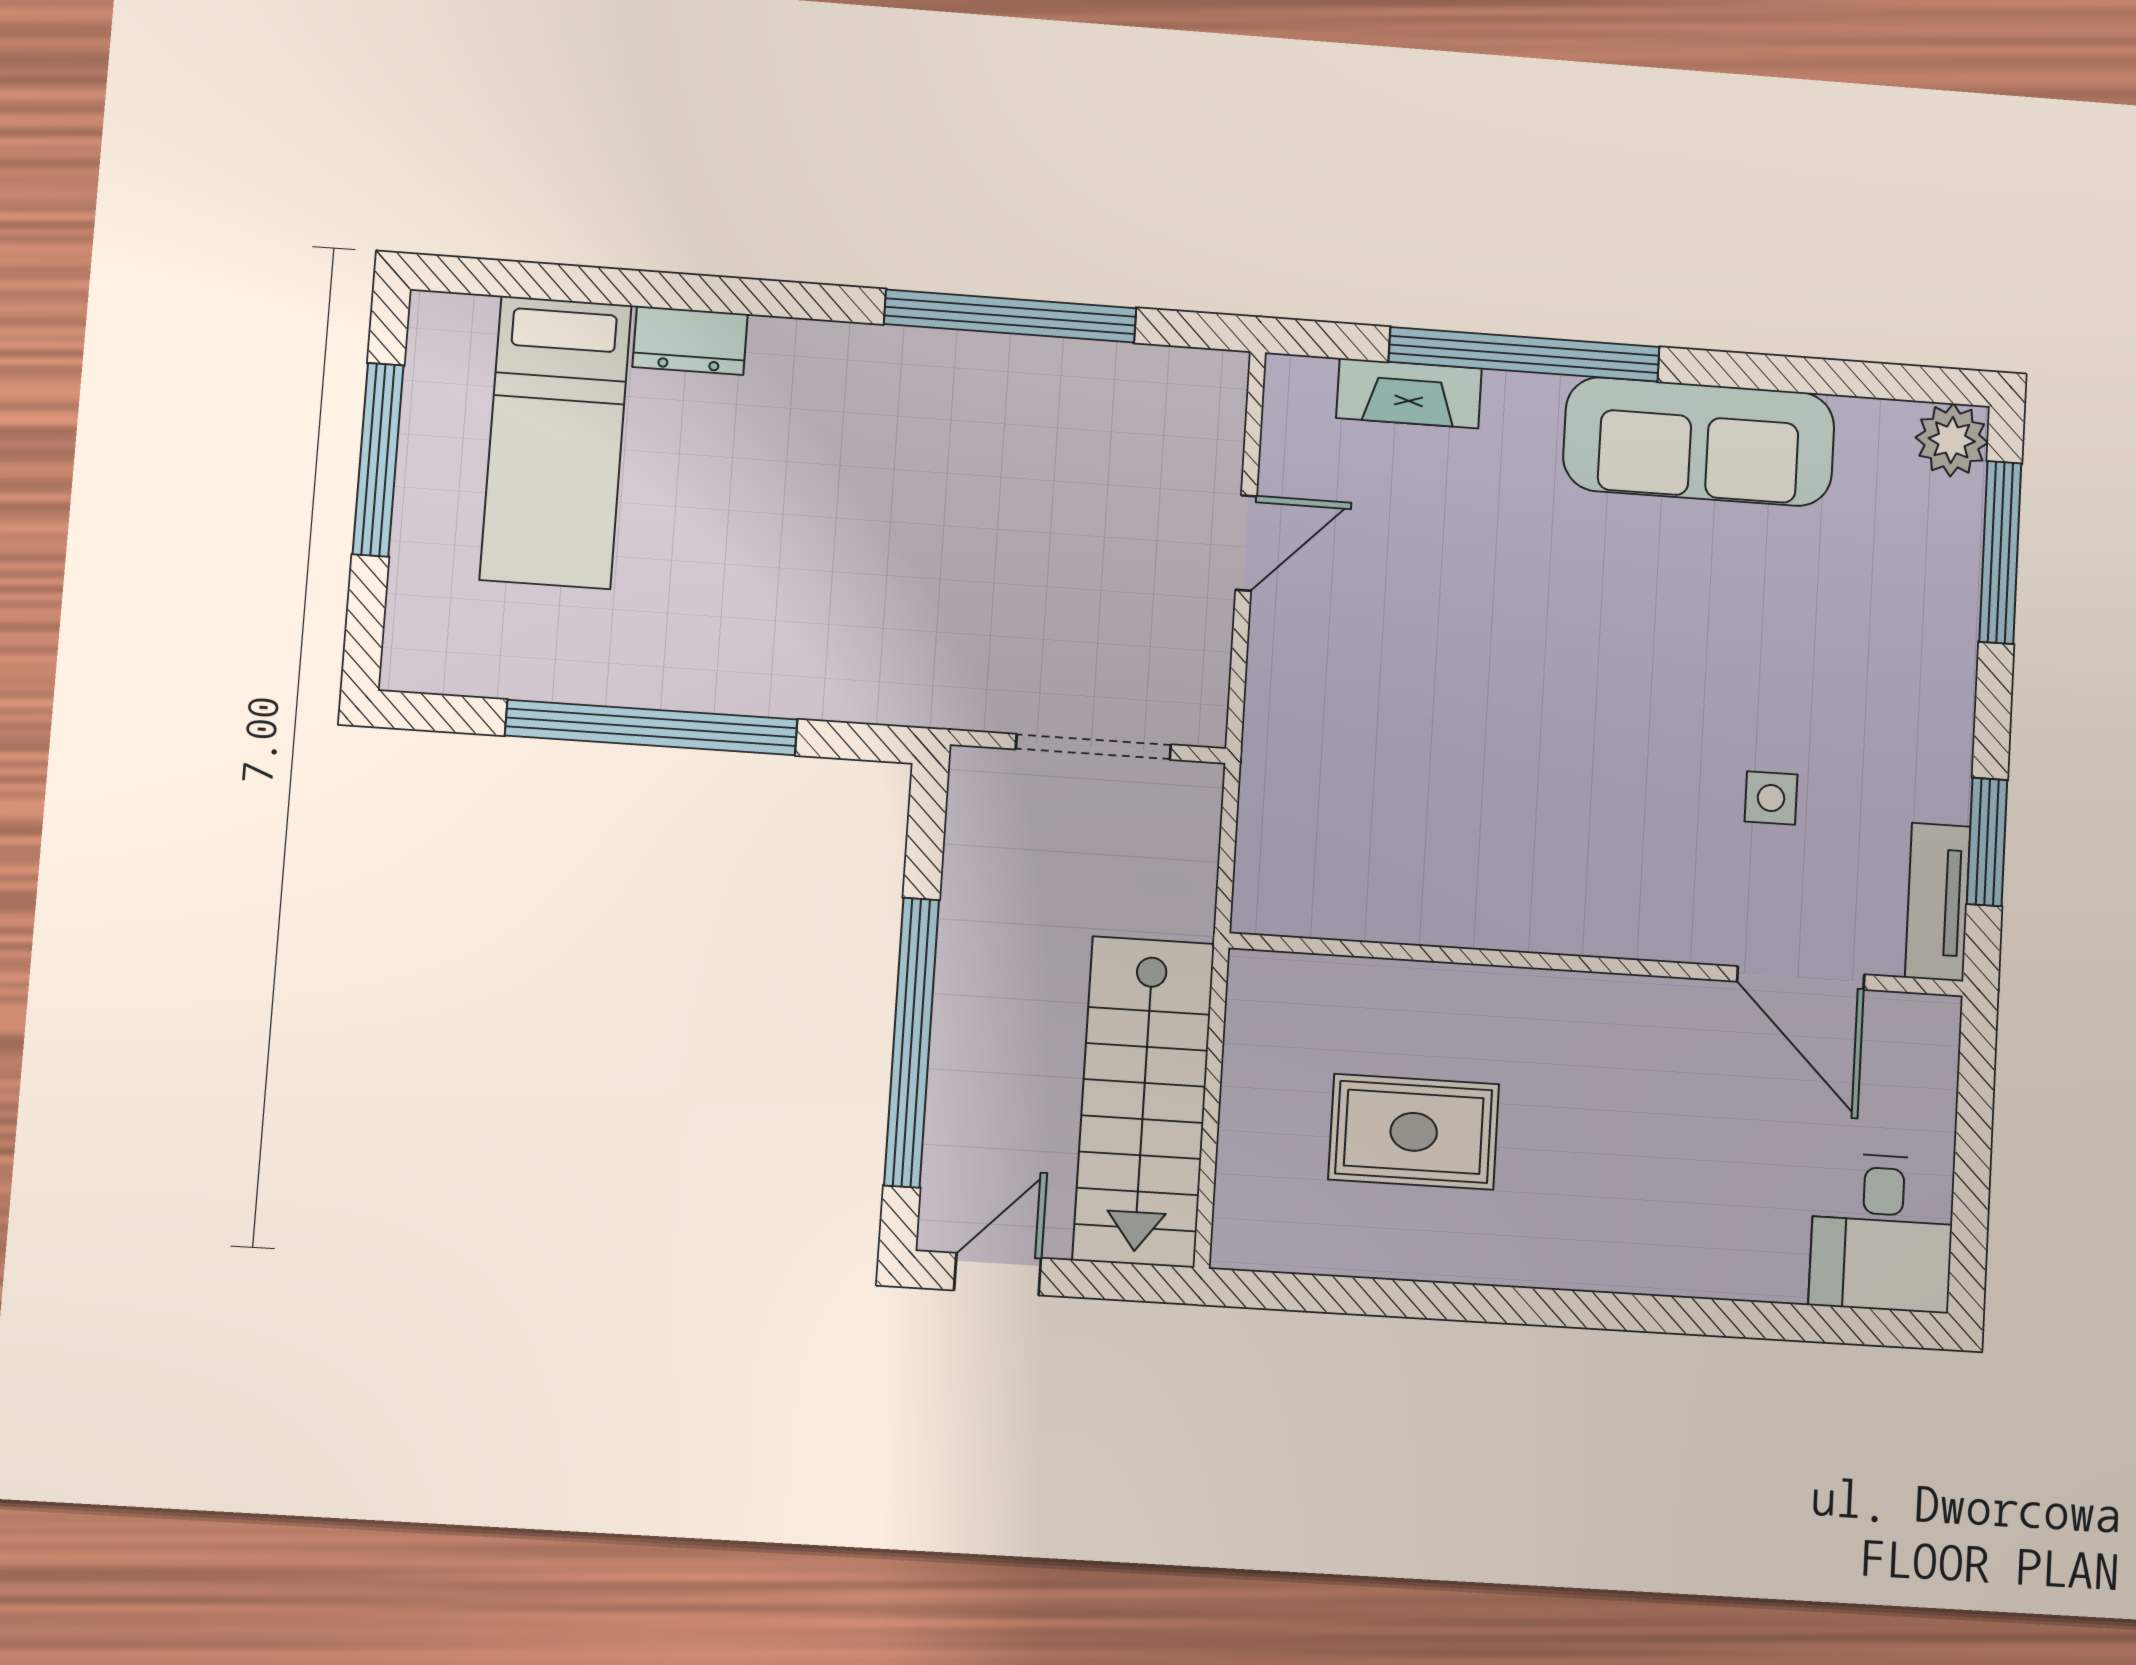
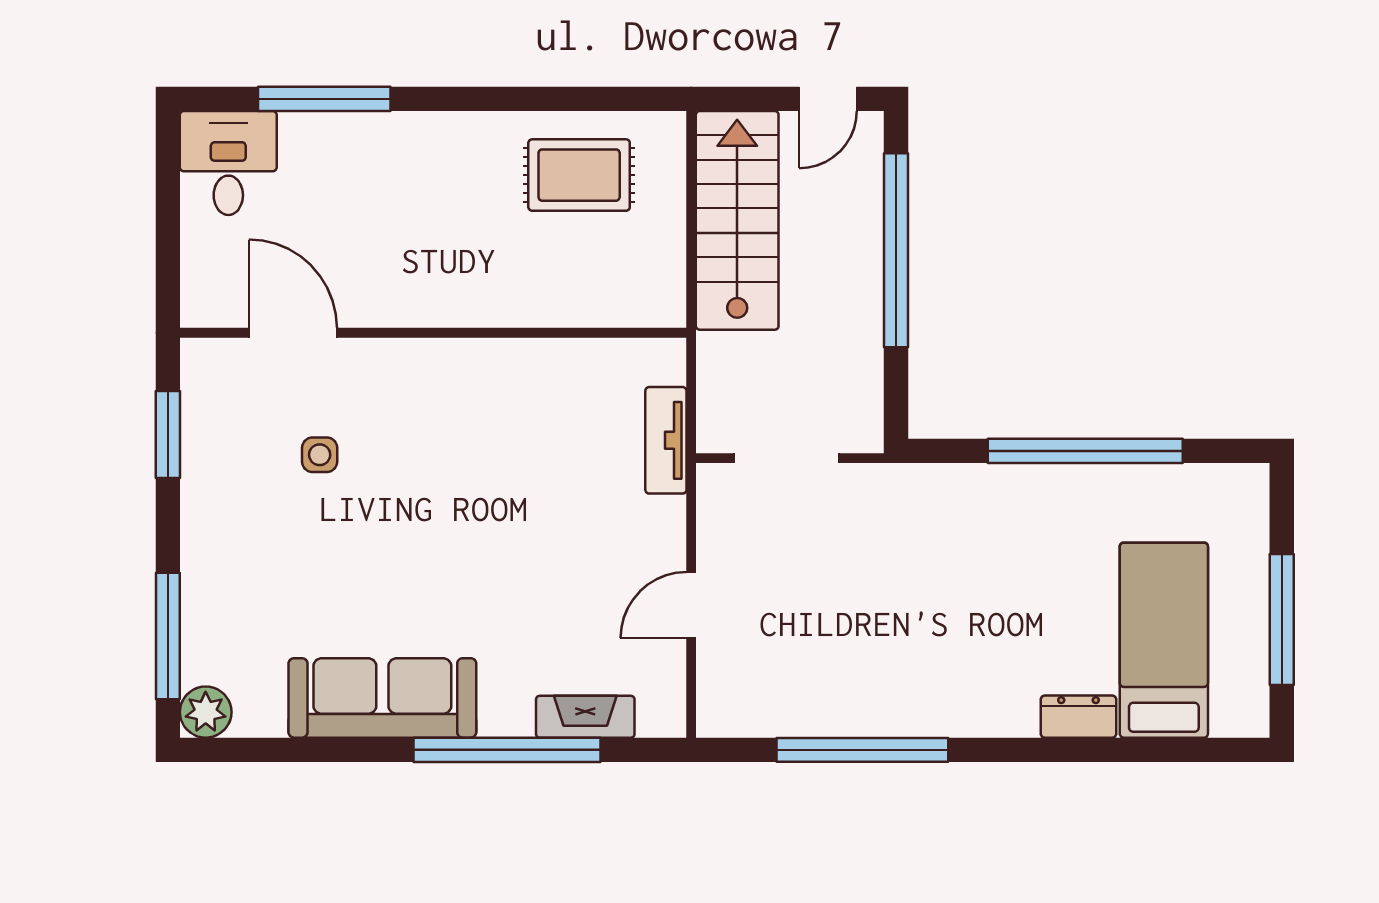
tv unit: (1938, 902) -> (666, 440), moved, turned 180
rug: (1414, 1132) -> (579, 175), moved
window: (1738, 1319) -> (324, 99), added

